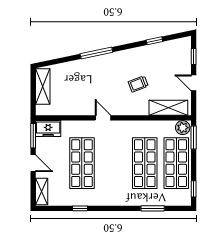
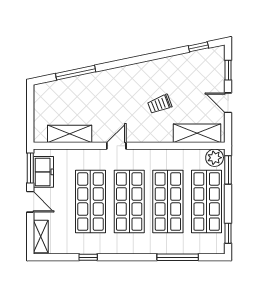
window: (154, 41) -> (198, 47), moved
window: (96, 53) -> (76, 73), moved
shelving: (43, 87) -> (70, 134), moved, turned 90
door: (103, 118) -> (116, 146), hinge flipped
freezer: (48, 129) -> (43, 172), moved, turned -90
shop shelf: (113, 163) -> (129, 202), added
window: (153, 208) -> (178, 257), width x1.44

